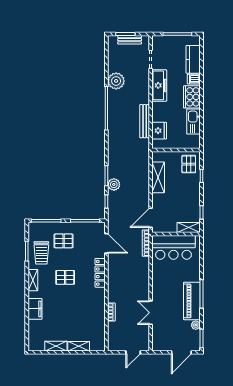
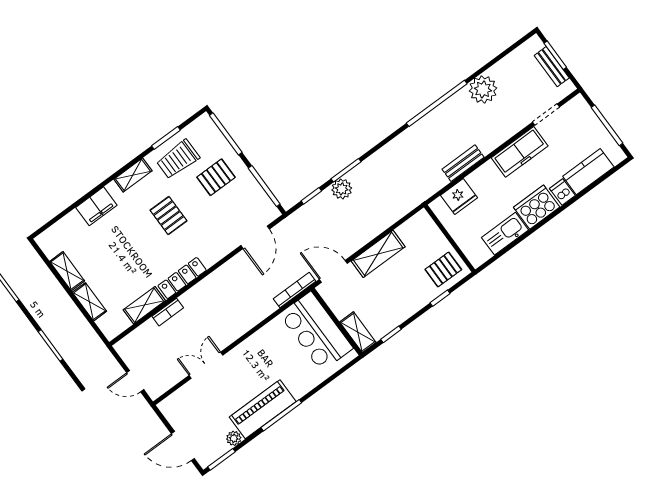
bench: (145, 121) -> (463, 163), width x0.73
shelving: (158, 177) -> (378, 254), moved
pallet: (64, 241) -> (216, 177), turned 90
locker: (100, 273) -> (182, 278), moved
shelving: (100, 321) -> (144, 305), added

